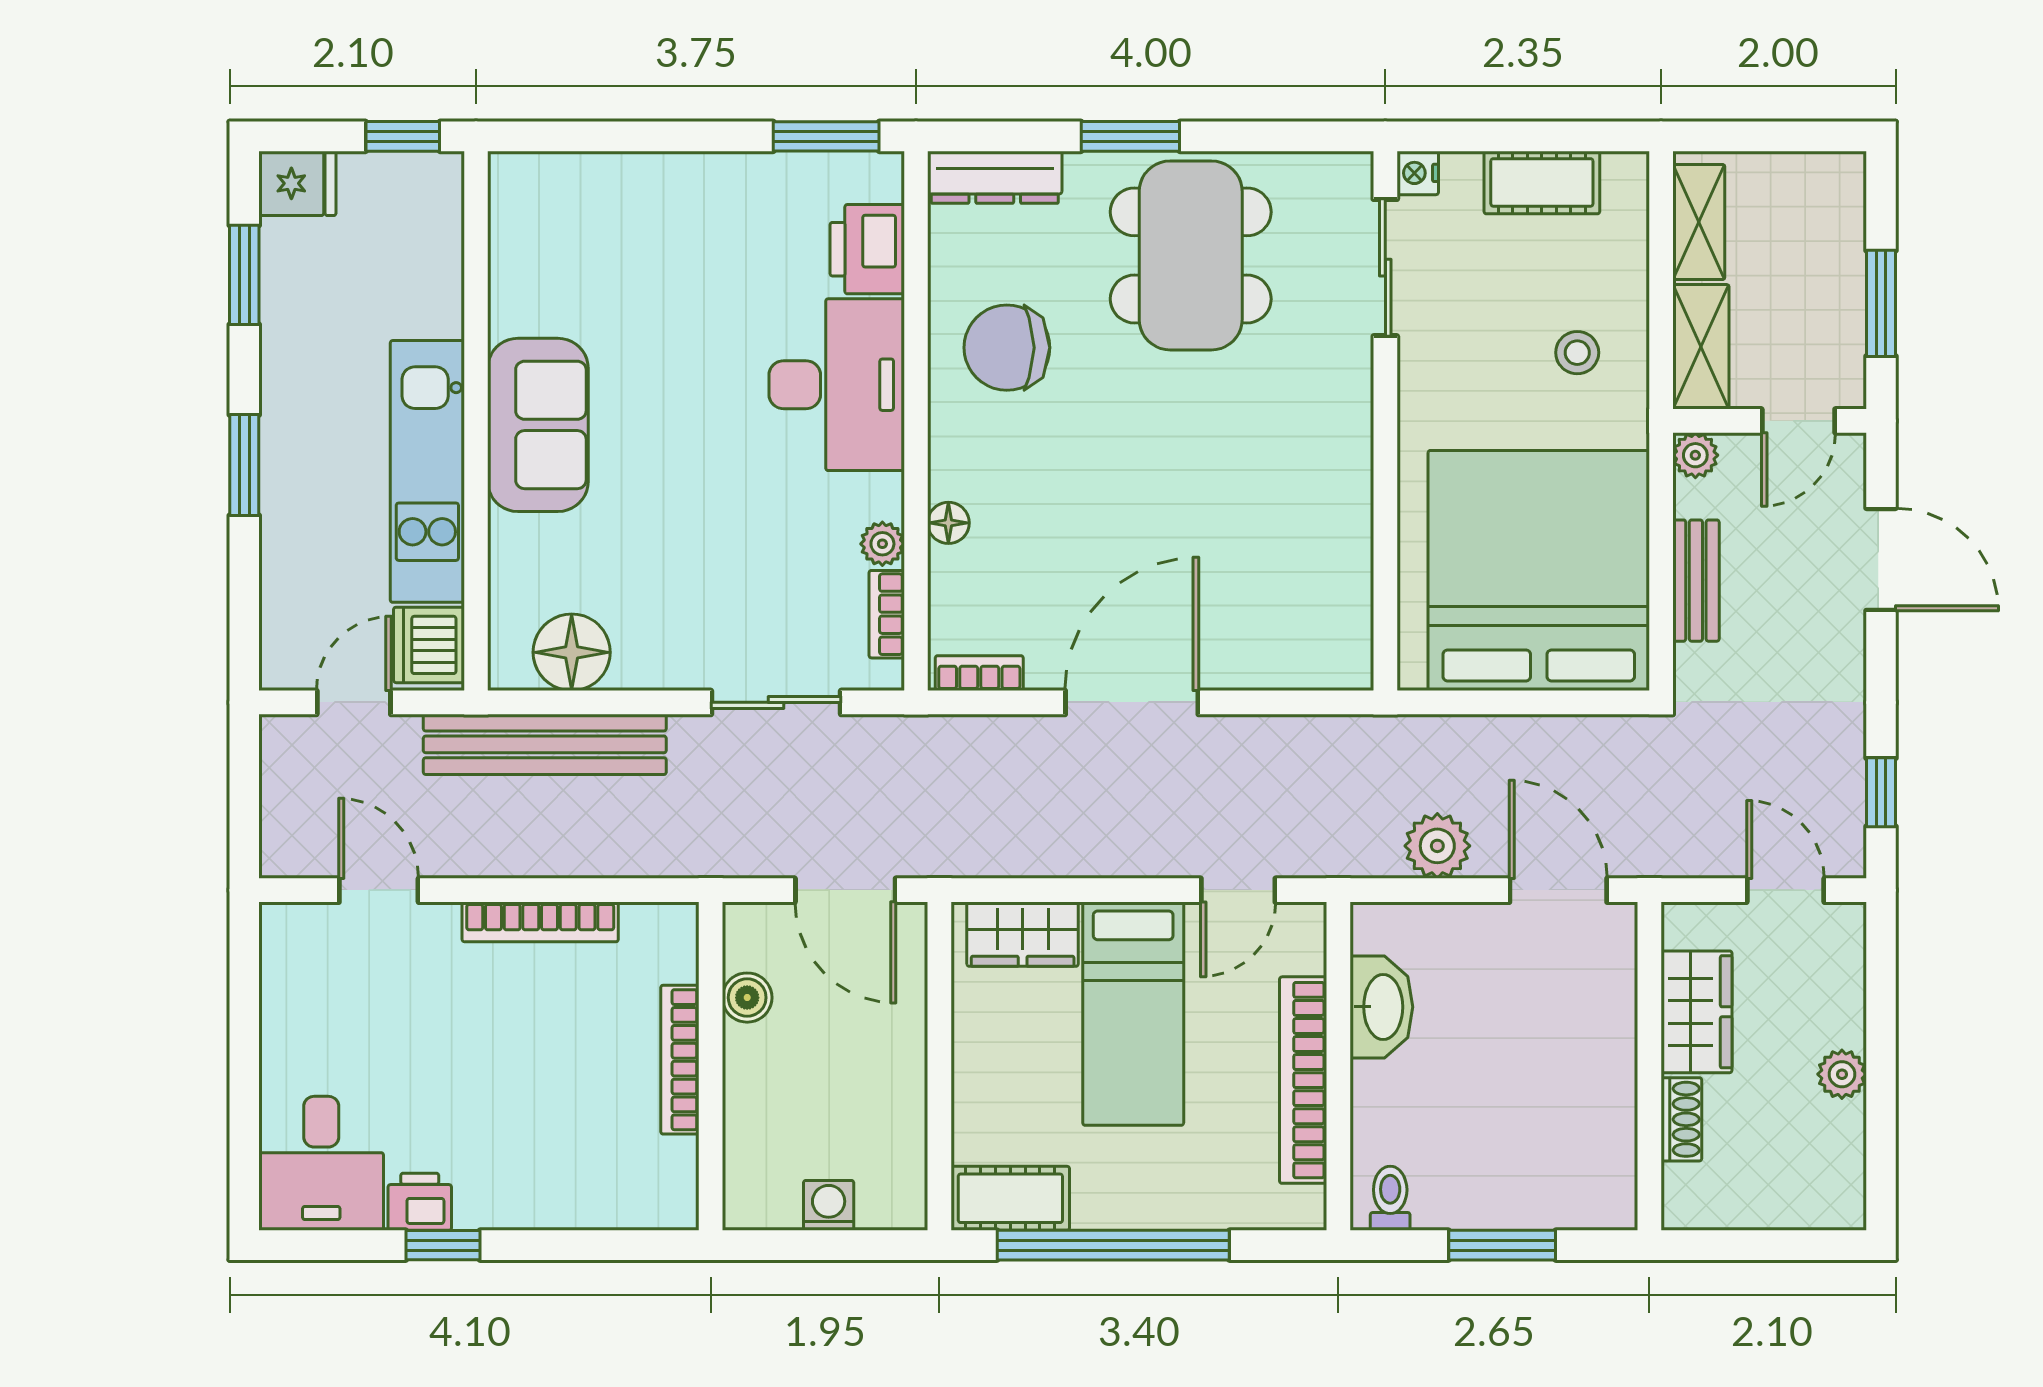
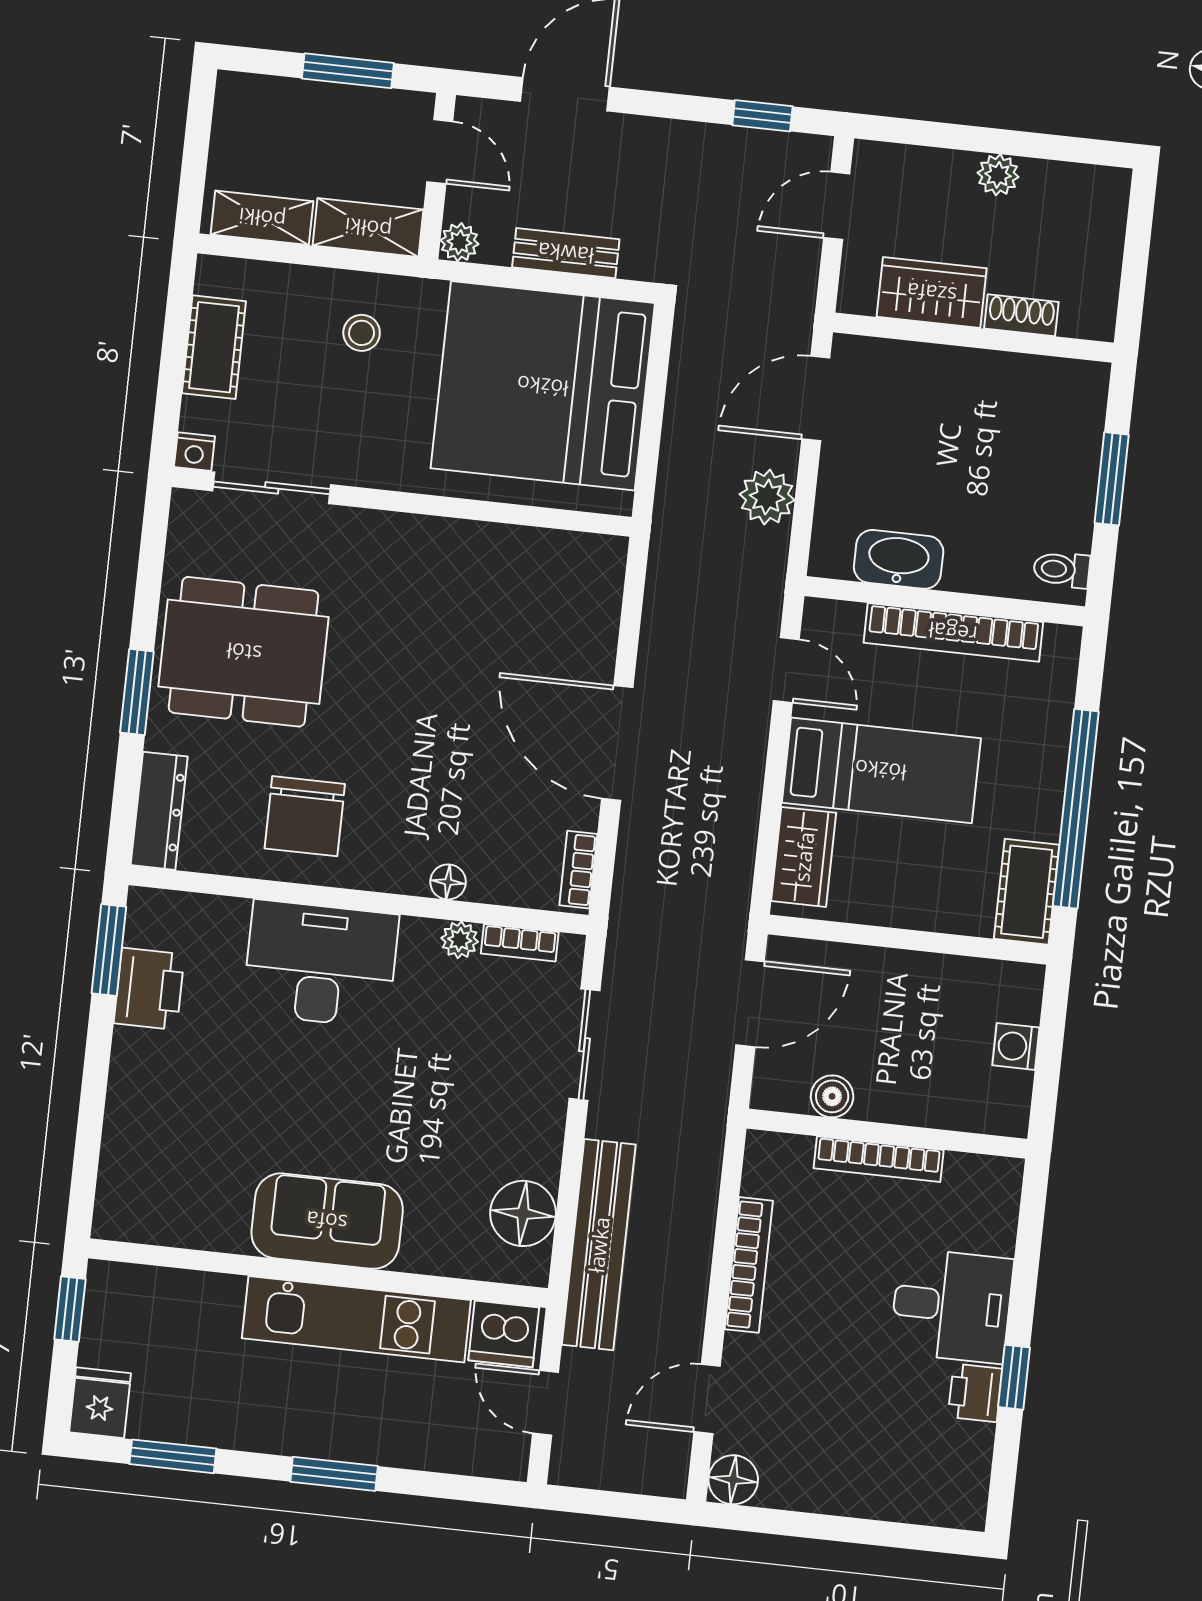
printer: (867, 249) -> (149, 989), moved, turned -90
floor lamp: (288, 931) -> (733, 1480), added
desk: (321, 1163) -> (952, 1306), moved

